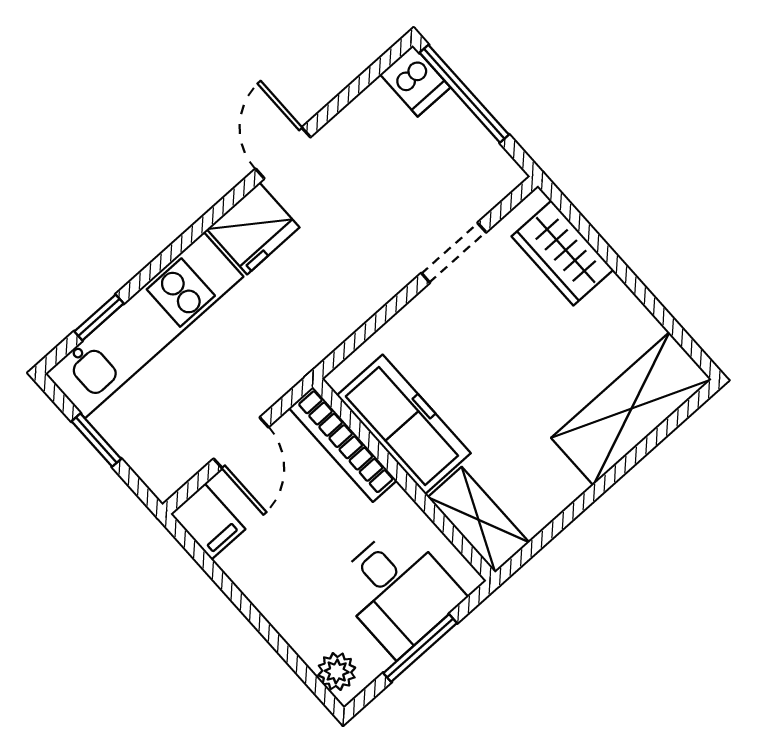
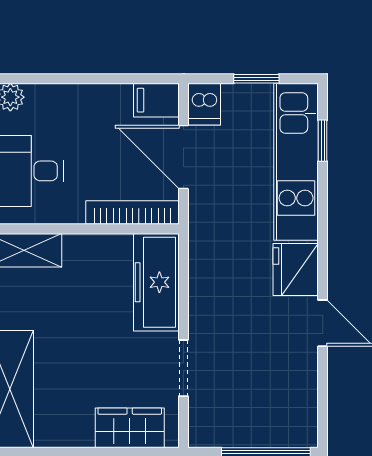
dishwasher: (415, 81) -> (204, 104), moved, turned -90
freezer: (404, 424) -> (156, 282), moved, turned 90
door: (241, 443) -> (183, 157), width x1.38

